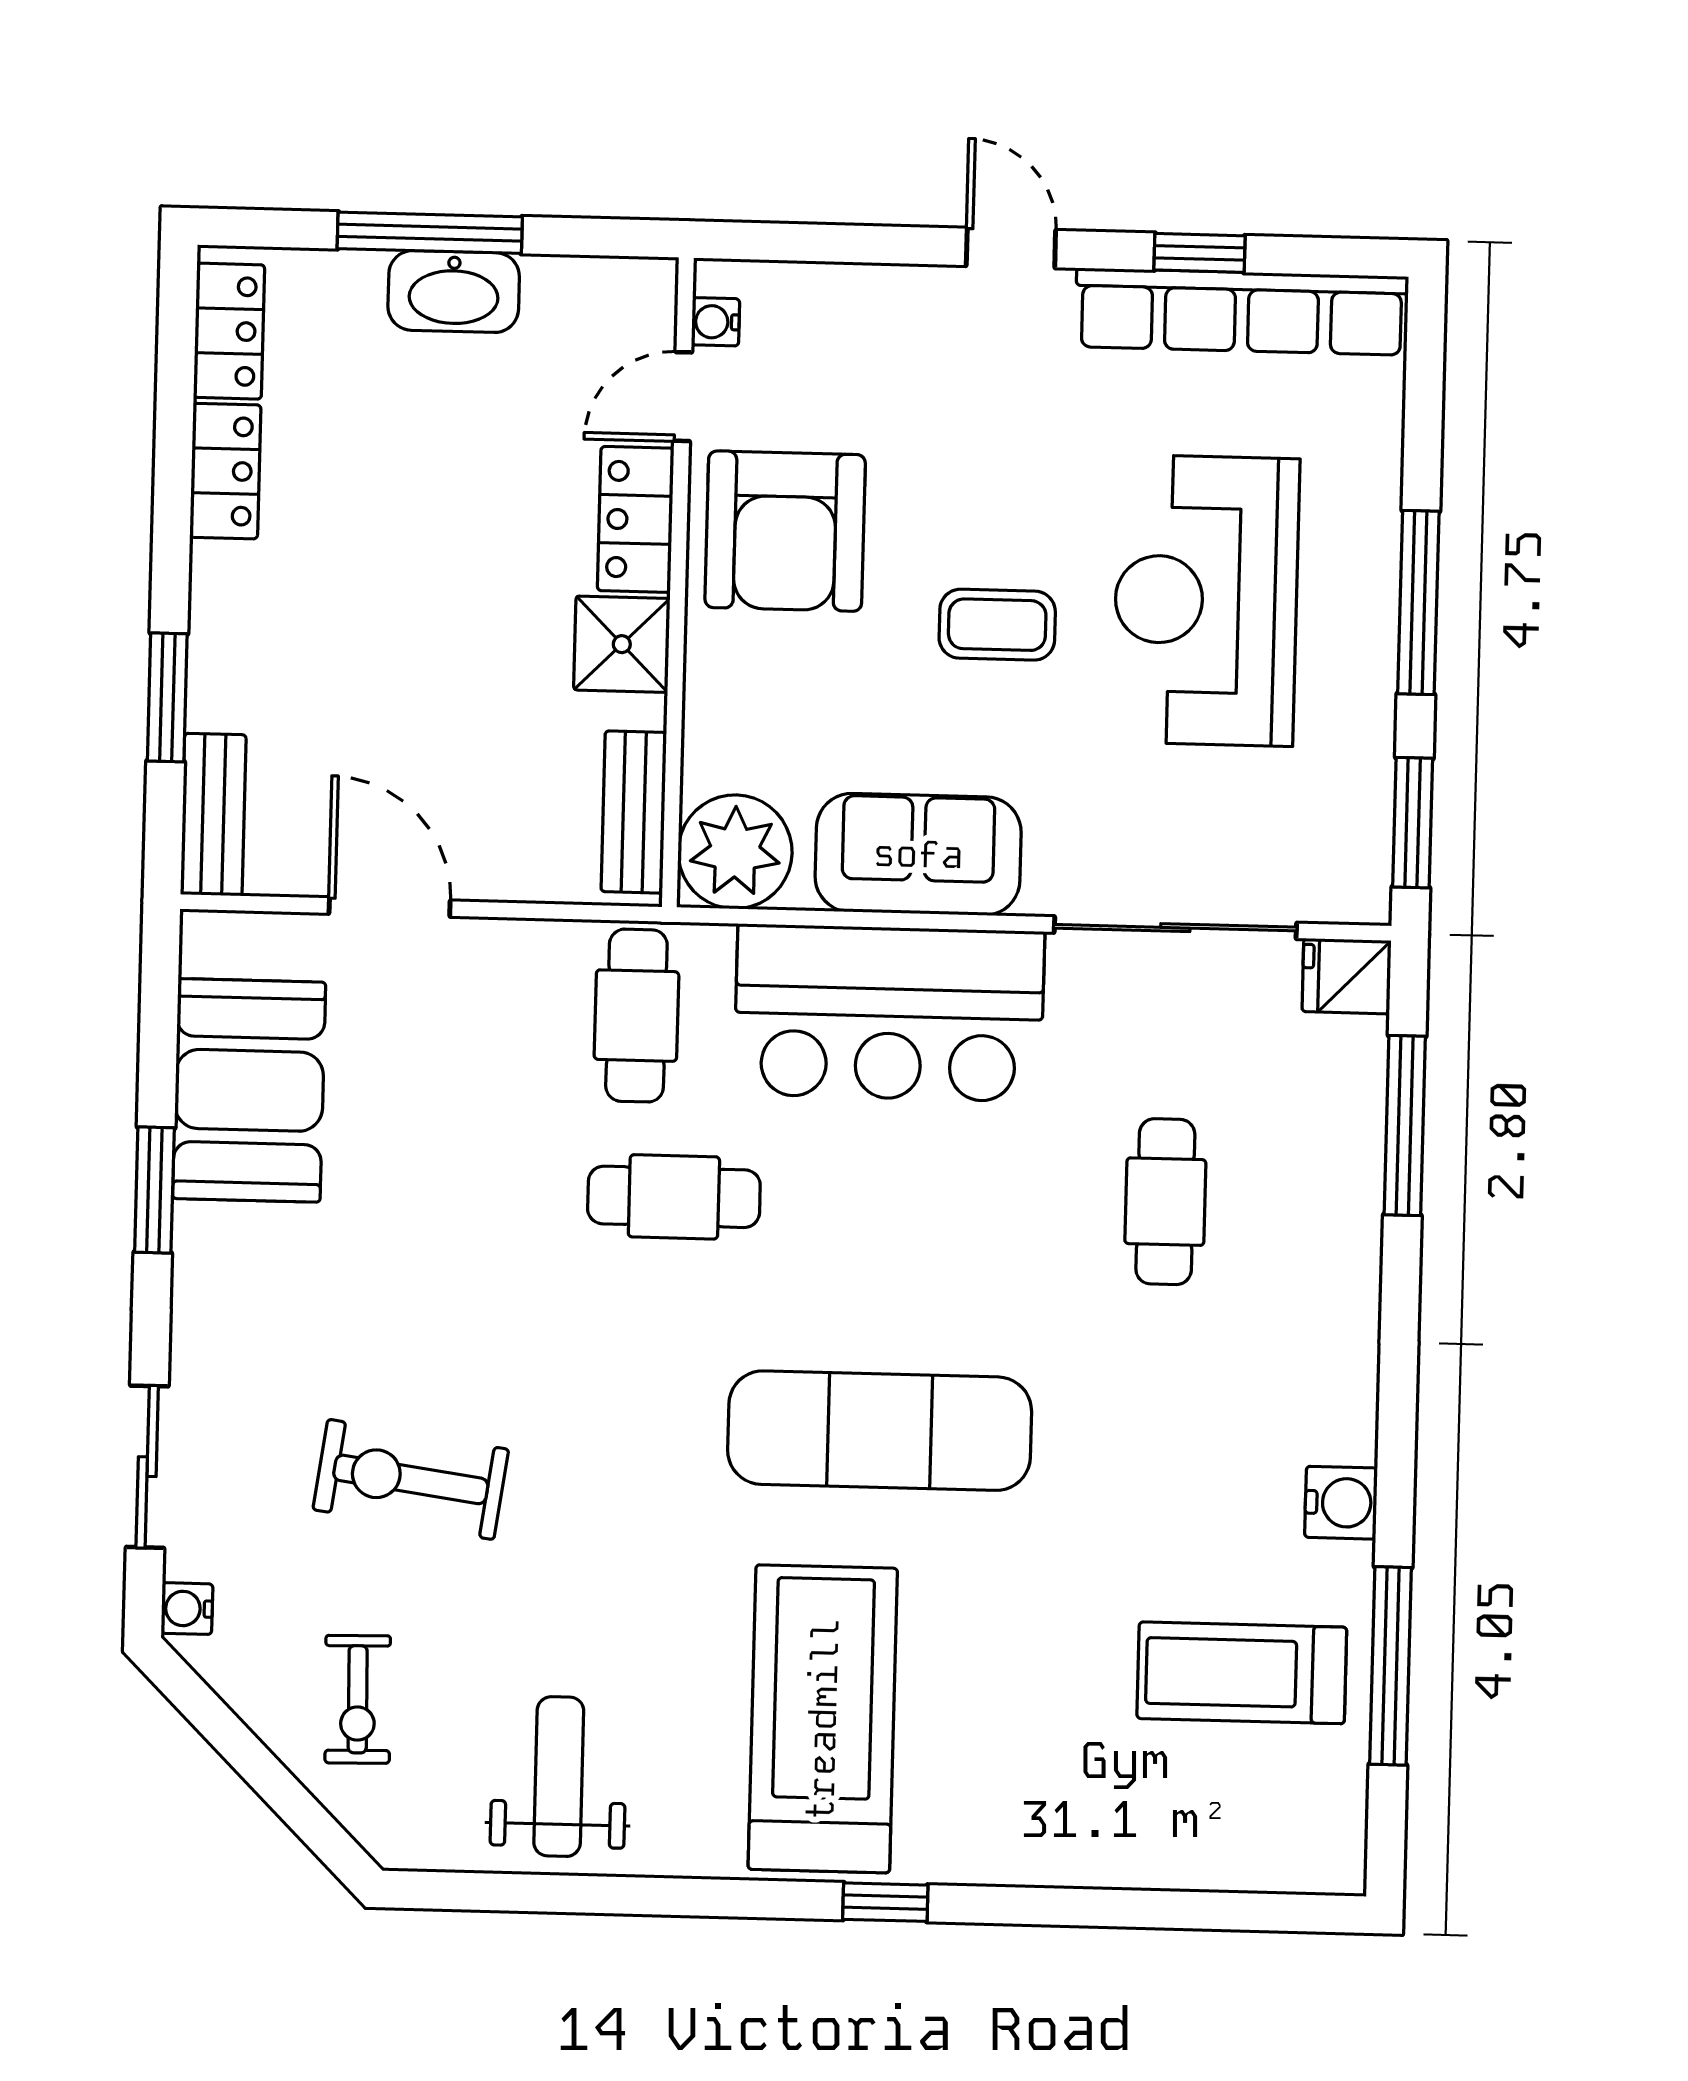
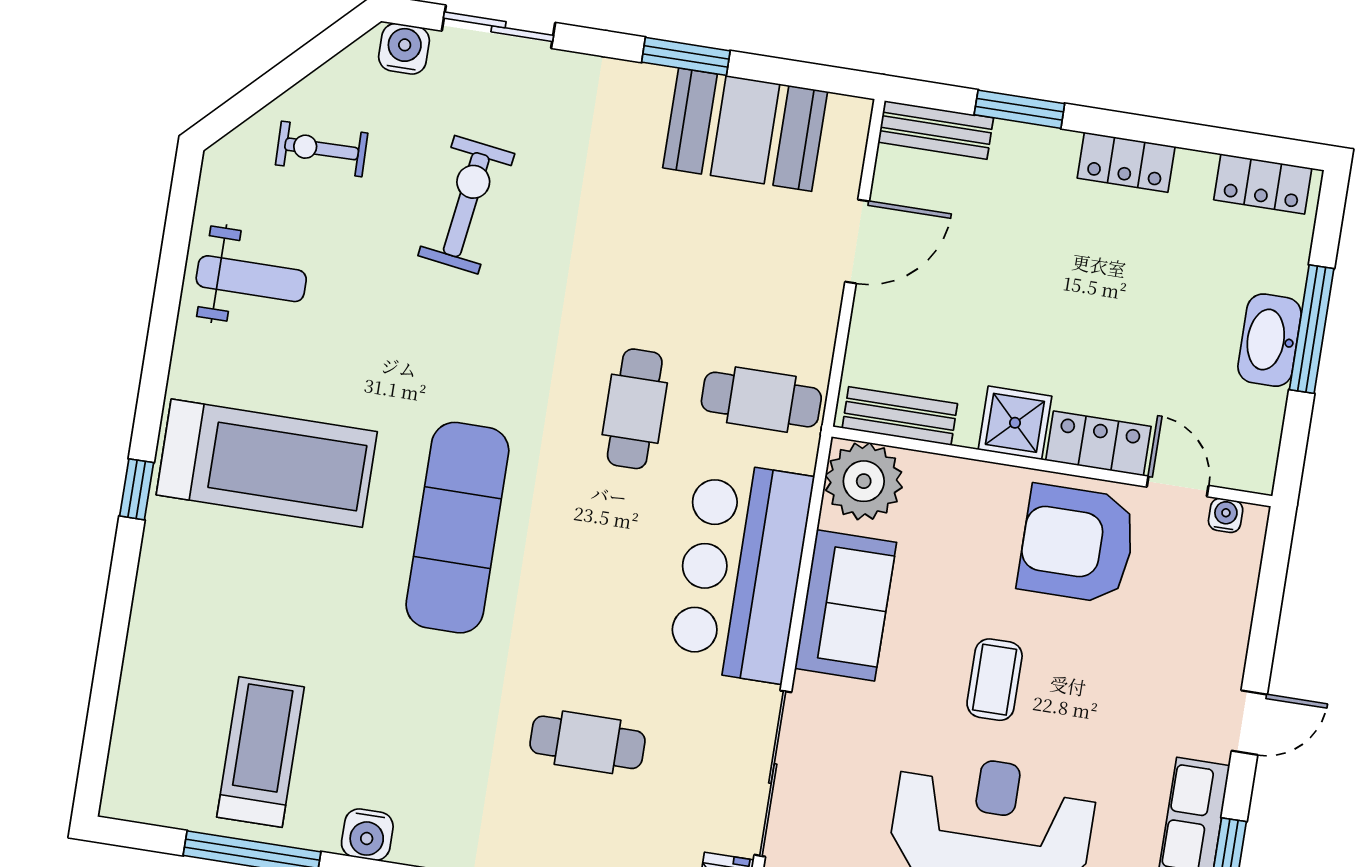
locker: (225, 471) -> (1126, 162), moved
water cooler: (187, 1609) -> (404, 49), width x1.38, depth x1.38

